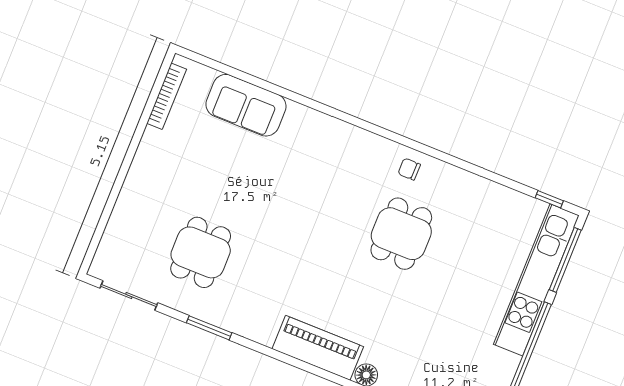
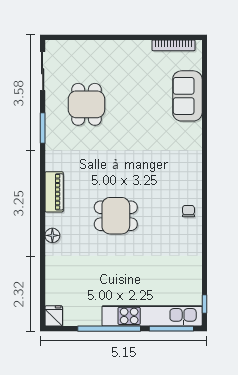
dining table: (401, 234) -> (116, 216), moved
dining table: (201, 252) -> (86, 104), turned 90
piano: (318, 348) -> (54, 192), width x0.73, depth x0.75

